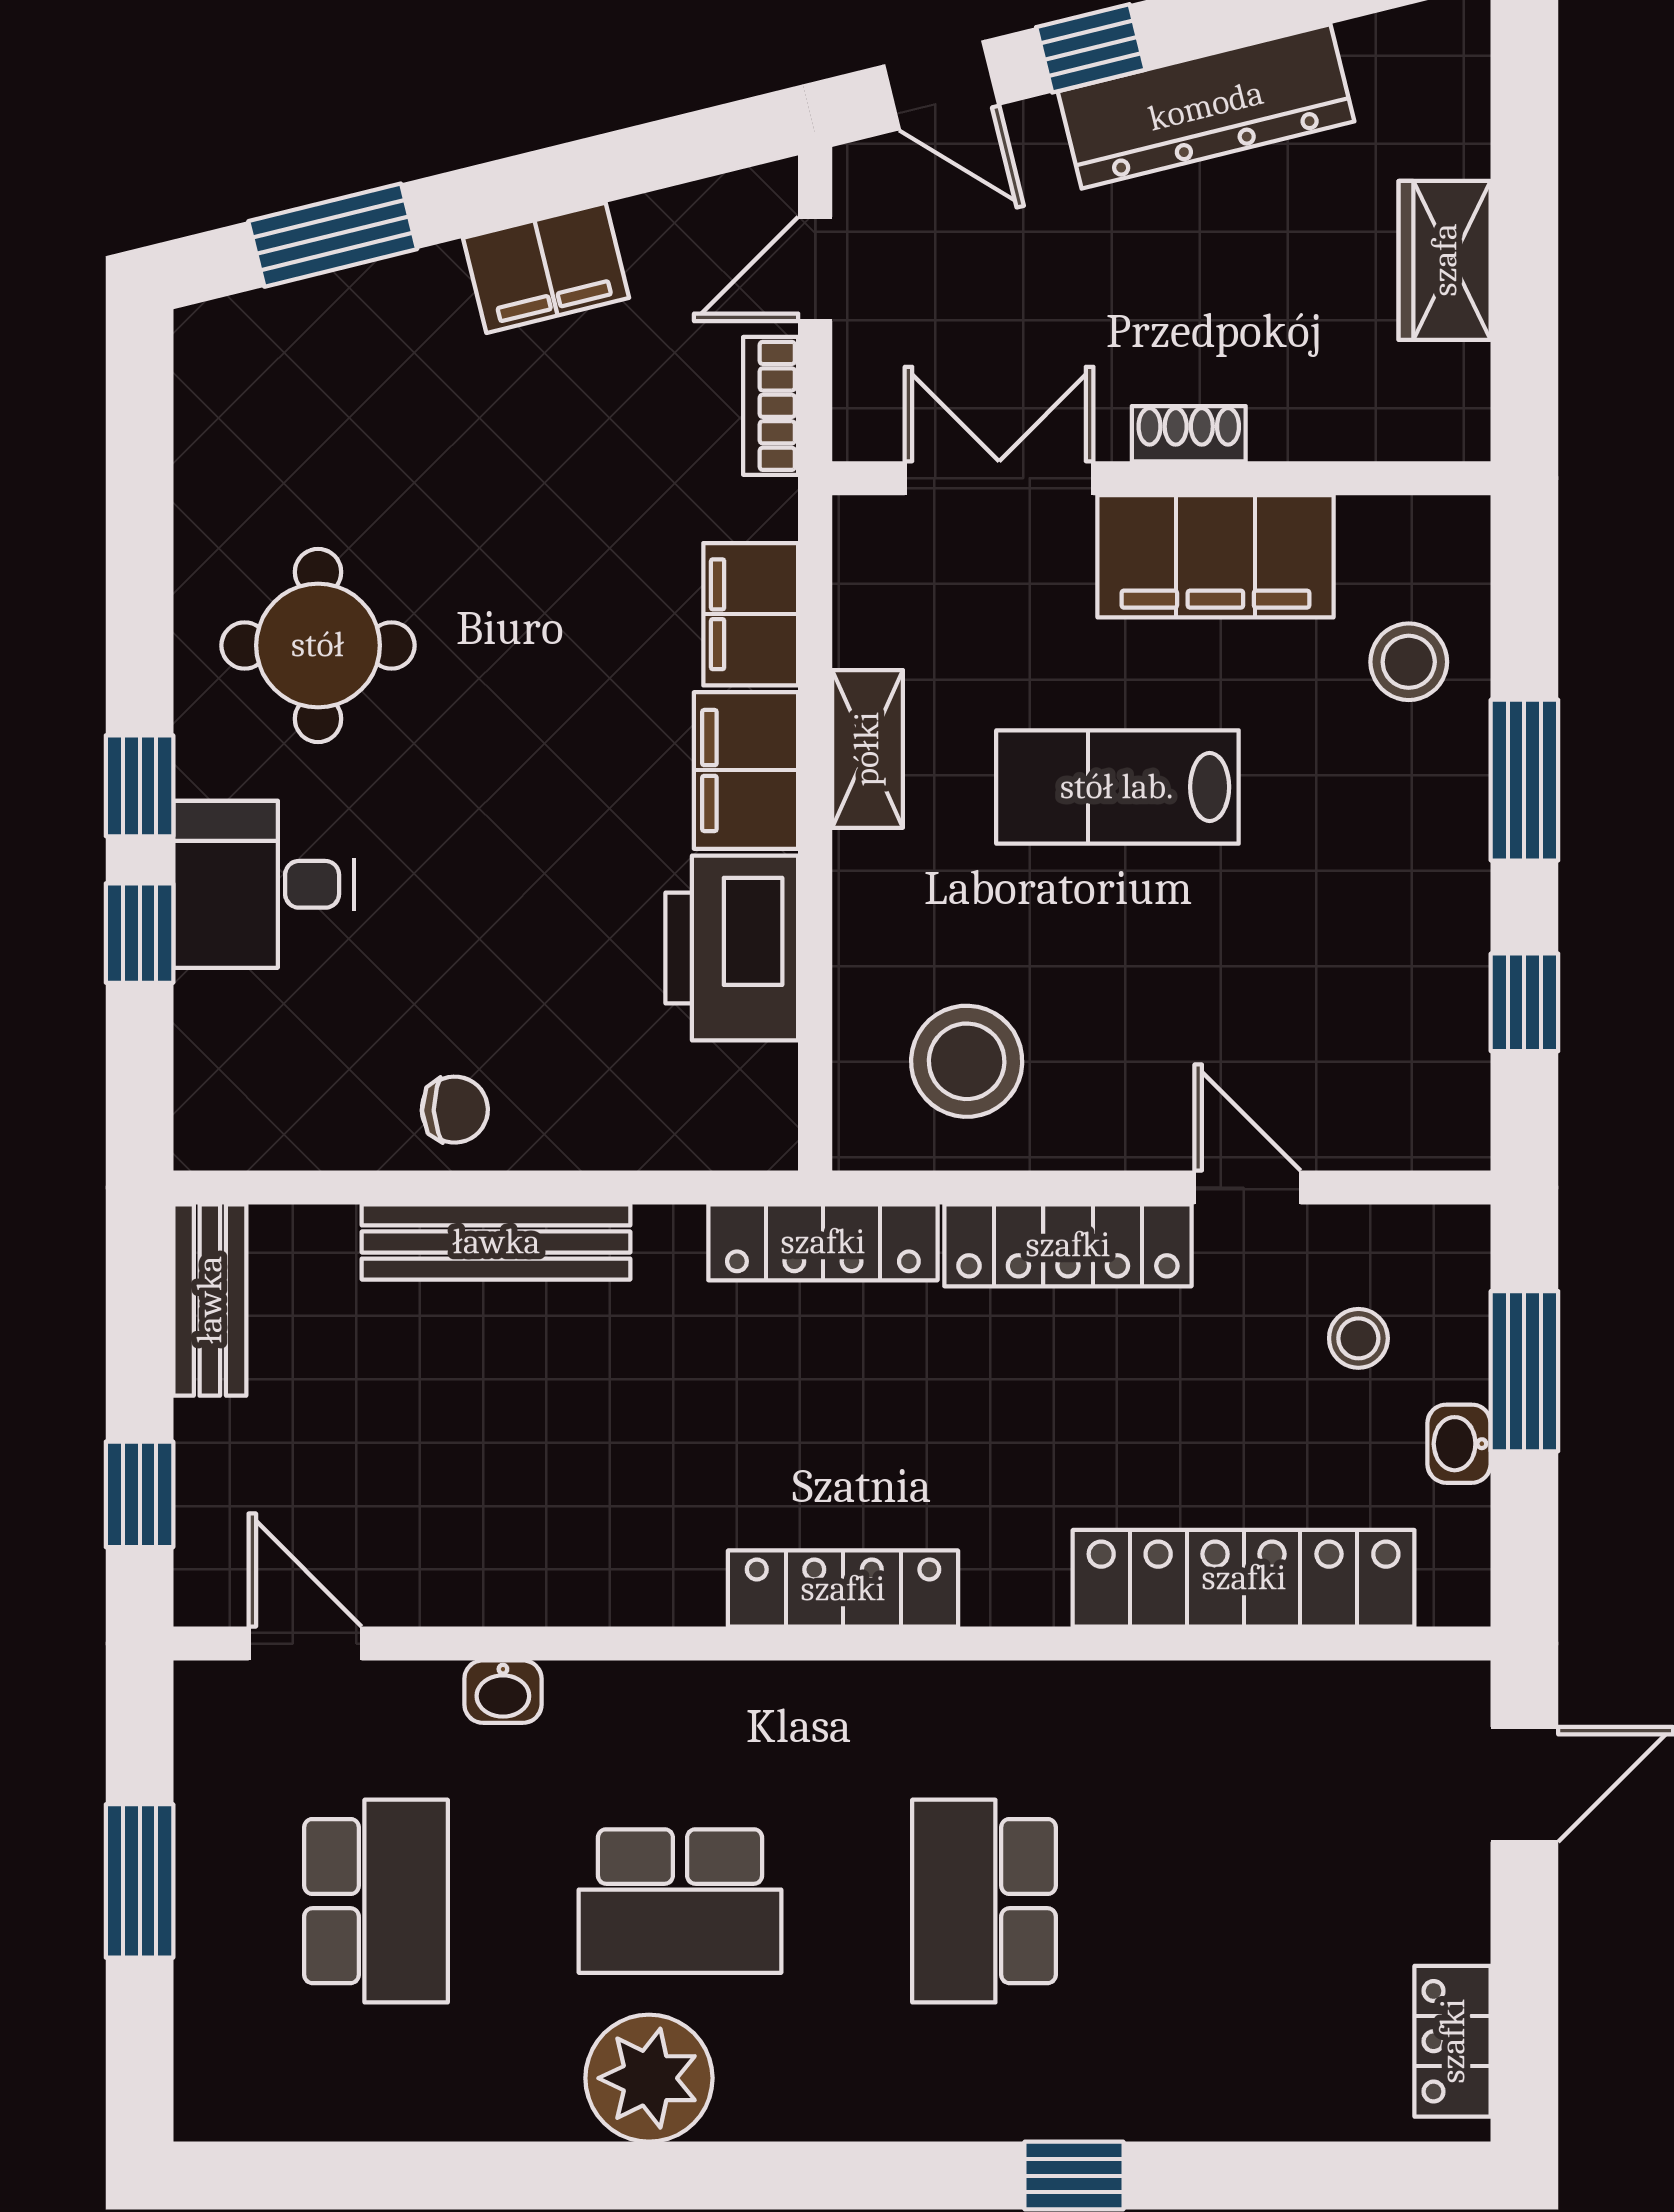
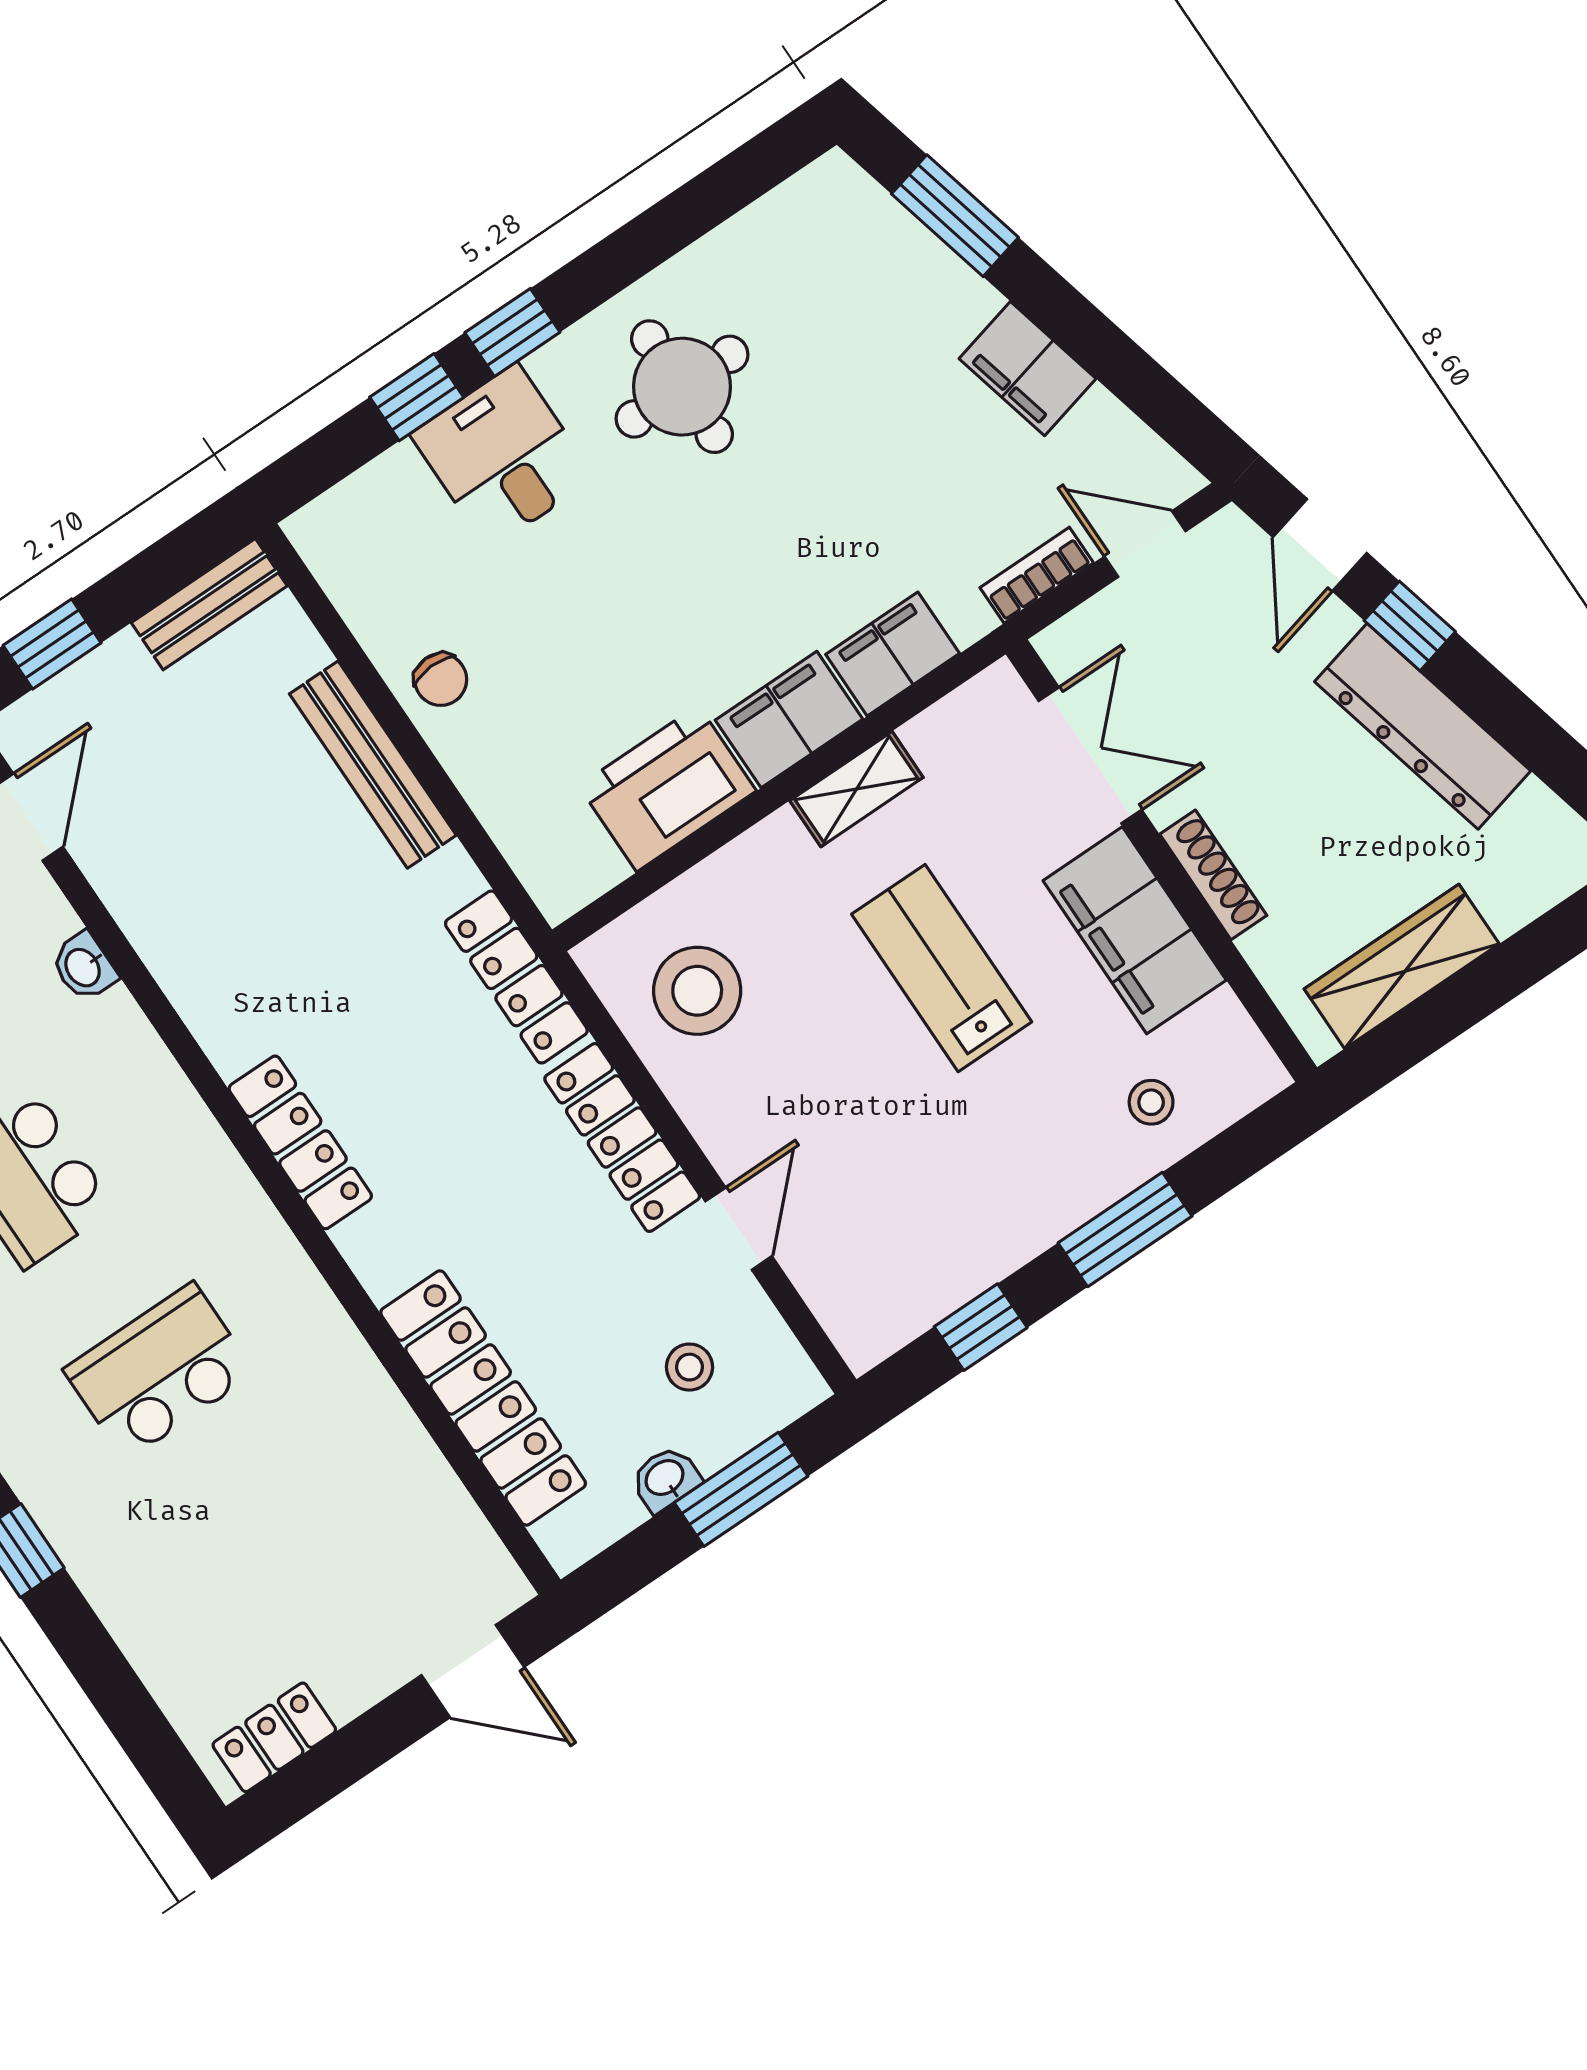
wardrobe: (1445, 260) -> (1402, 966), width x1.50
shoe rack: (1189, 434) -> (1213, 875), width x1.43
stool: (1409, 662) -> (1151, 1102), width x0.73, depth x0.73

